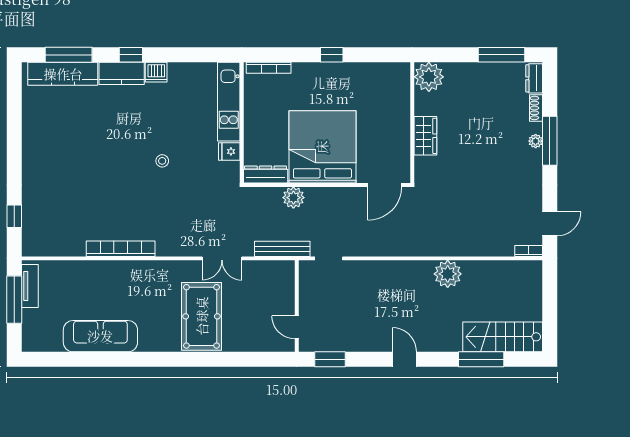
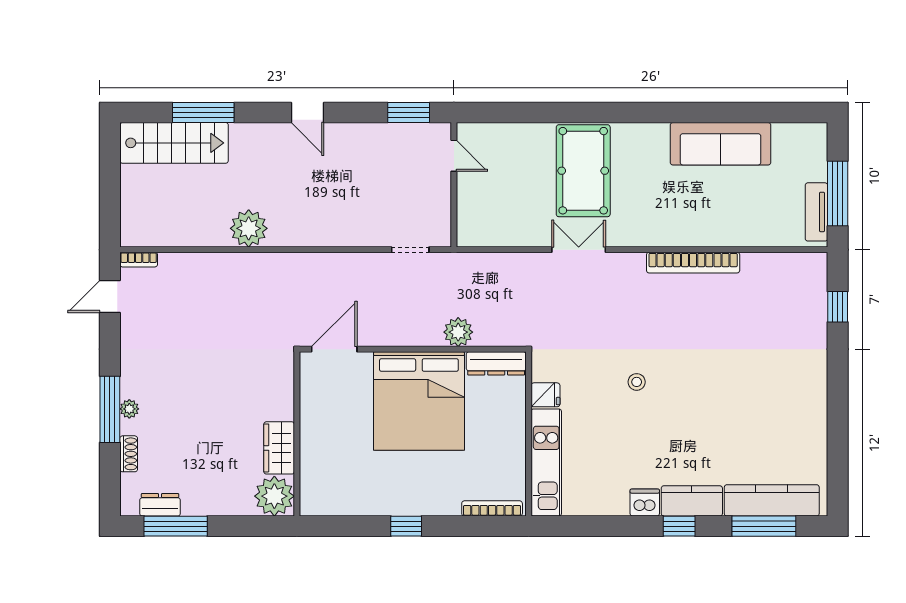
dresser: (534, 78) -> (160, 505), moved, turned -90
wardrobe: (425, 136) -> (279, 448), moved
bench: (282, 249) -> (473, 263), removed
double door: (222, 258) -> (579, 250), moved

